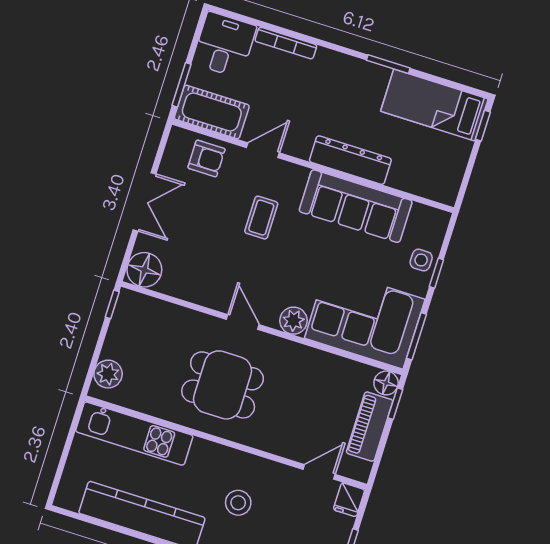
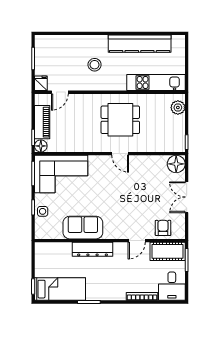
armchair: (206, 158) -> (163, 228), turned 90
sofa: (356, 206) -> (83, 228), width x0.73
coffee table: (261, 218) -> (127, 207), removed
plant: (293, 321) -> (96, 162), removed

